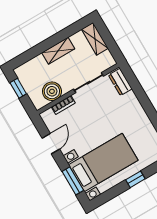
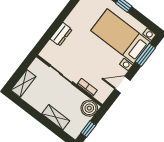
shelving: (58, 51) -> (56, 117), moved
dresser: (120, 82) -> (61, 34), moved
boiler: (52, 91) -> (89, 108), moved

